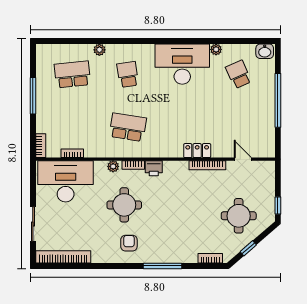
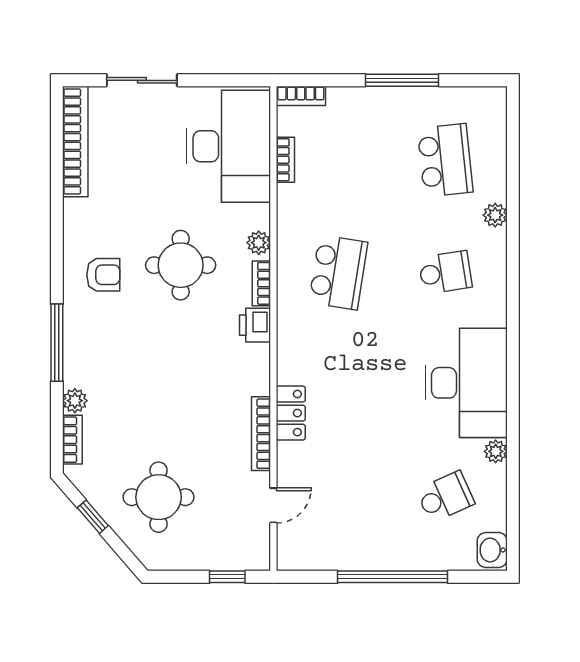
window: (278, 206) -> (227, 577), moved
plant: (191, 257) -> (75, 401), added

